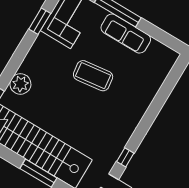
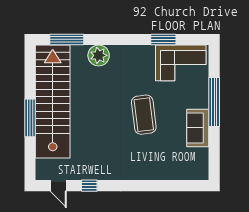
sofa: (126, 33) -> (198, 128), width x0.73

